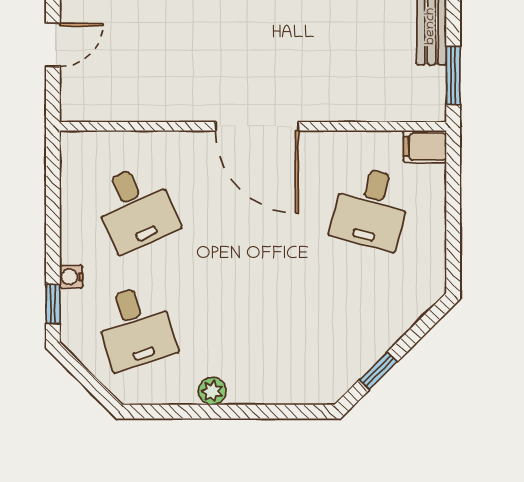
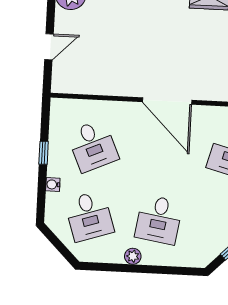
window: (53, 304) -> (44, 153), moved
desk: (253, 327) -> (159, 220), added

